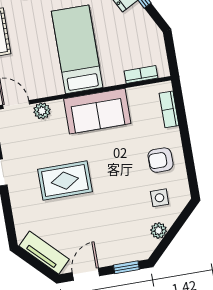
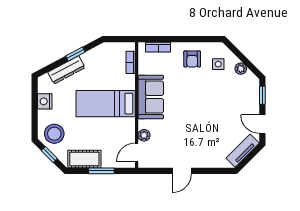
rug: (65, 181) -> (195, 128), removed

